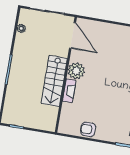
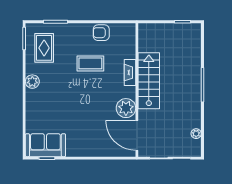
plant: (76, 71) -> (126, 108), moved
coffee table: (102, 104) -> (90, 63), added
armchair: (88, 129) -> (101, 33), turned 180

